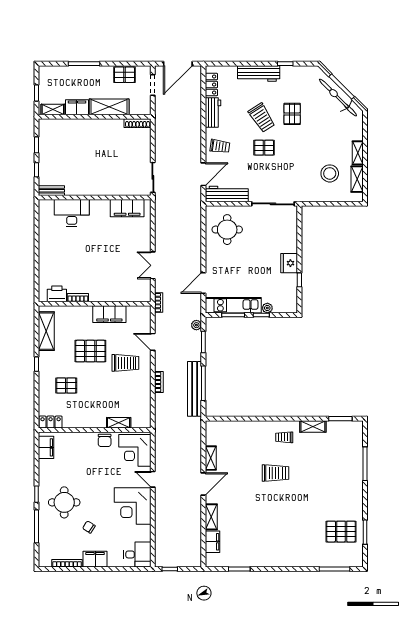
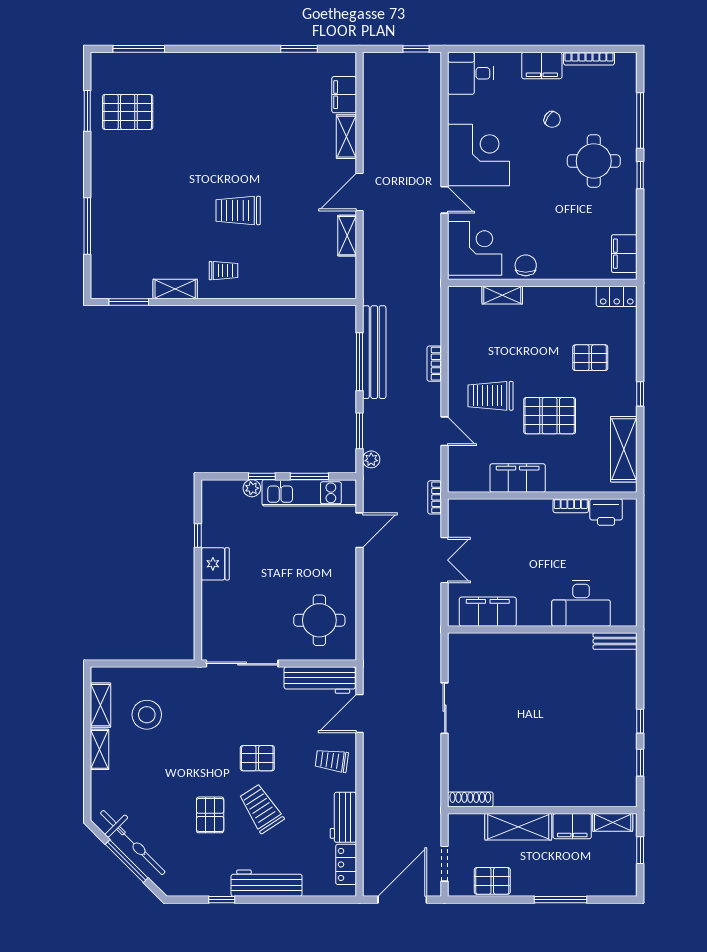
bench: (51, 191) -> (615, 641), moved
wall: (95, 198) -> (542, 630), moved
filing cabinet: (127, 208) -> (488, 612), moved
desk: (72, 213) -> (581, 603), moved

